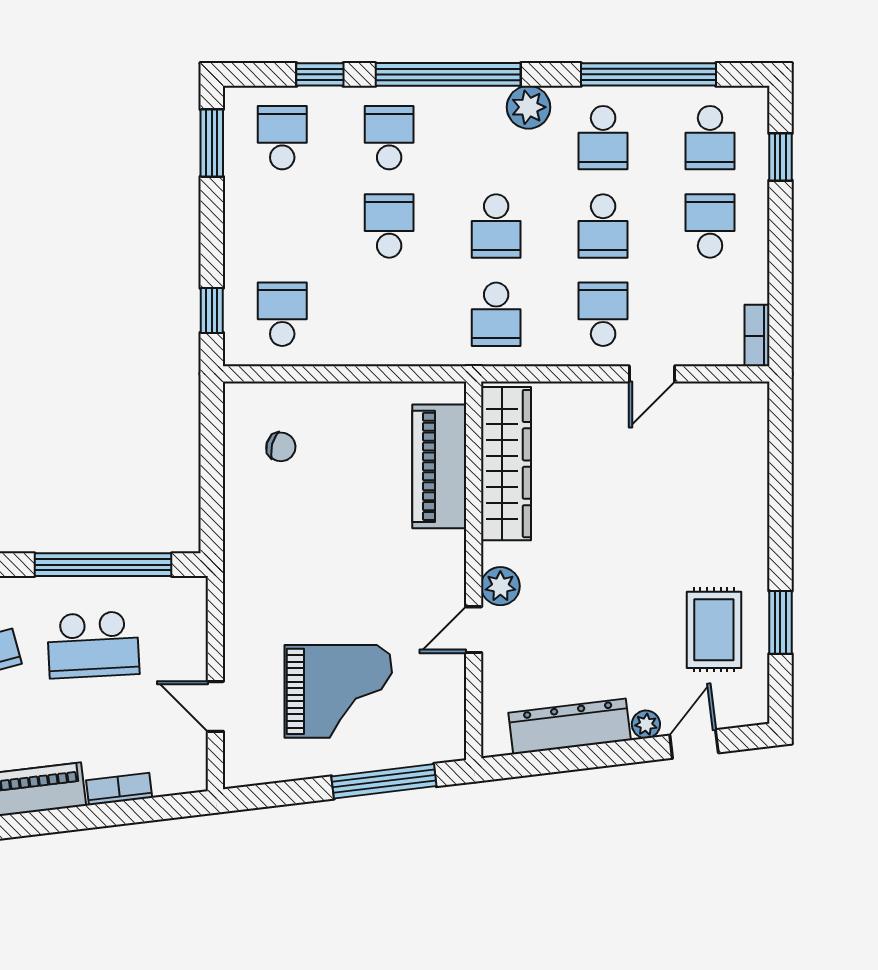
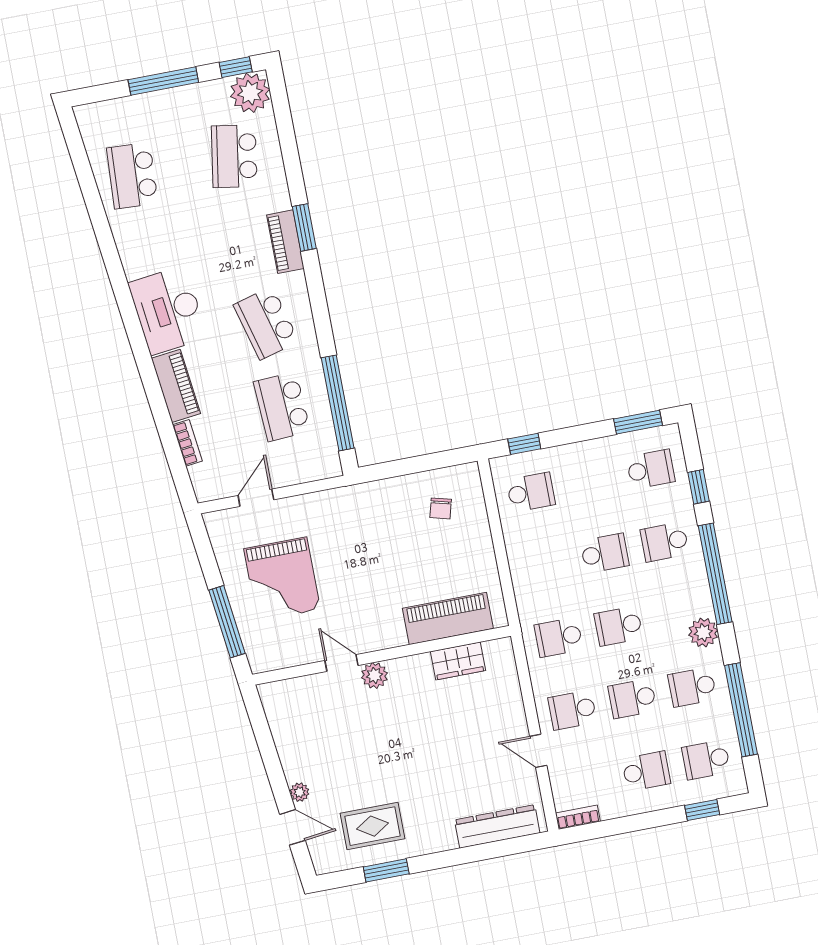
school desk: (389, 138) -> (665, 542), turned 180
school desk: (603, 314) -> (572, 710), turned 180
wardrobe: (506, 464) -> (458, 661), width x0.48, depth x0.85
dresser: (570, 726) -> (497, 826), moved, turned -83

